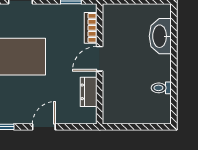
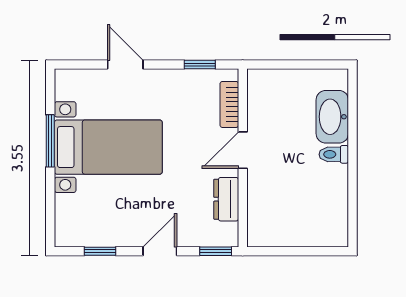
toilet: (161, 88) -> (334, 154), moved
window: (81, 127) -> (216, 251), added

